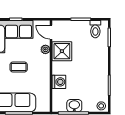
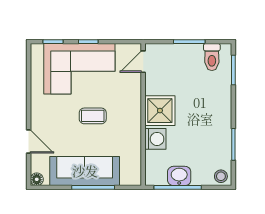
door: (51, 32) -> (143, 62), hinge flipped
plant: (45, 49) -> (134, 89), removed
shower: (62, 51) -> (160, 111), moved

